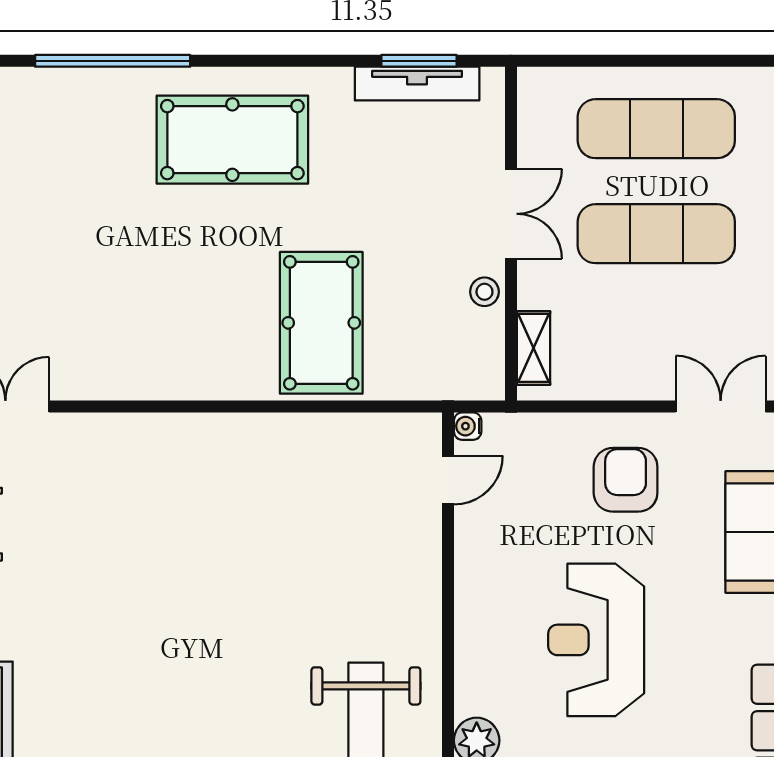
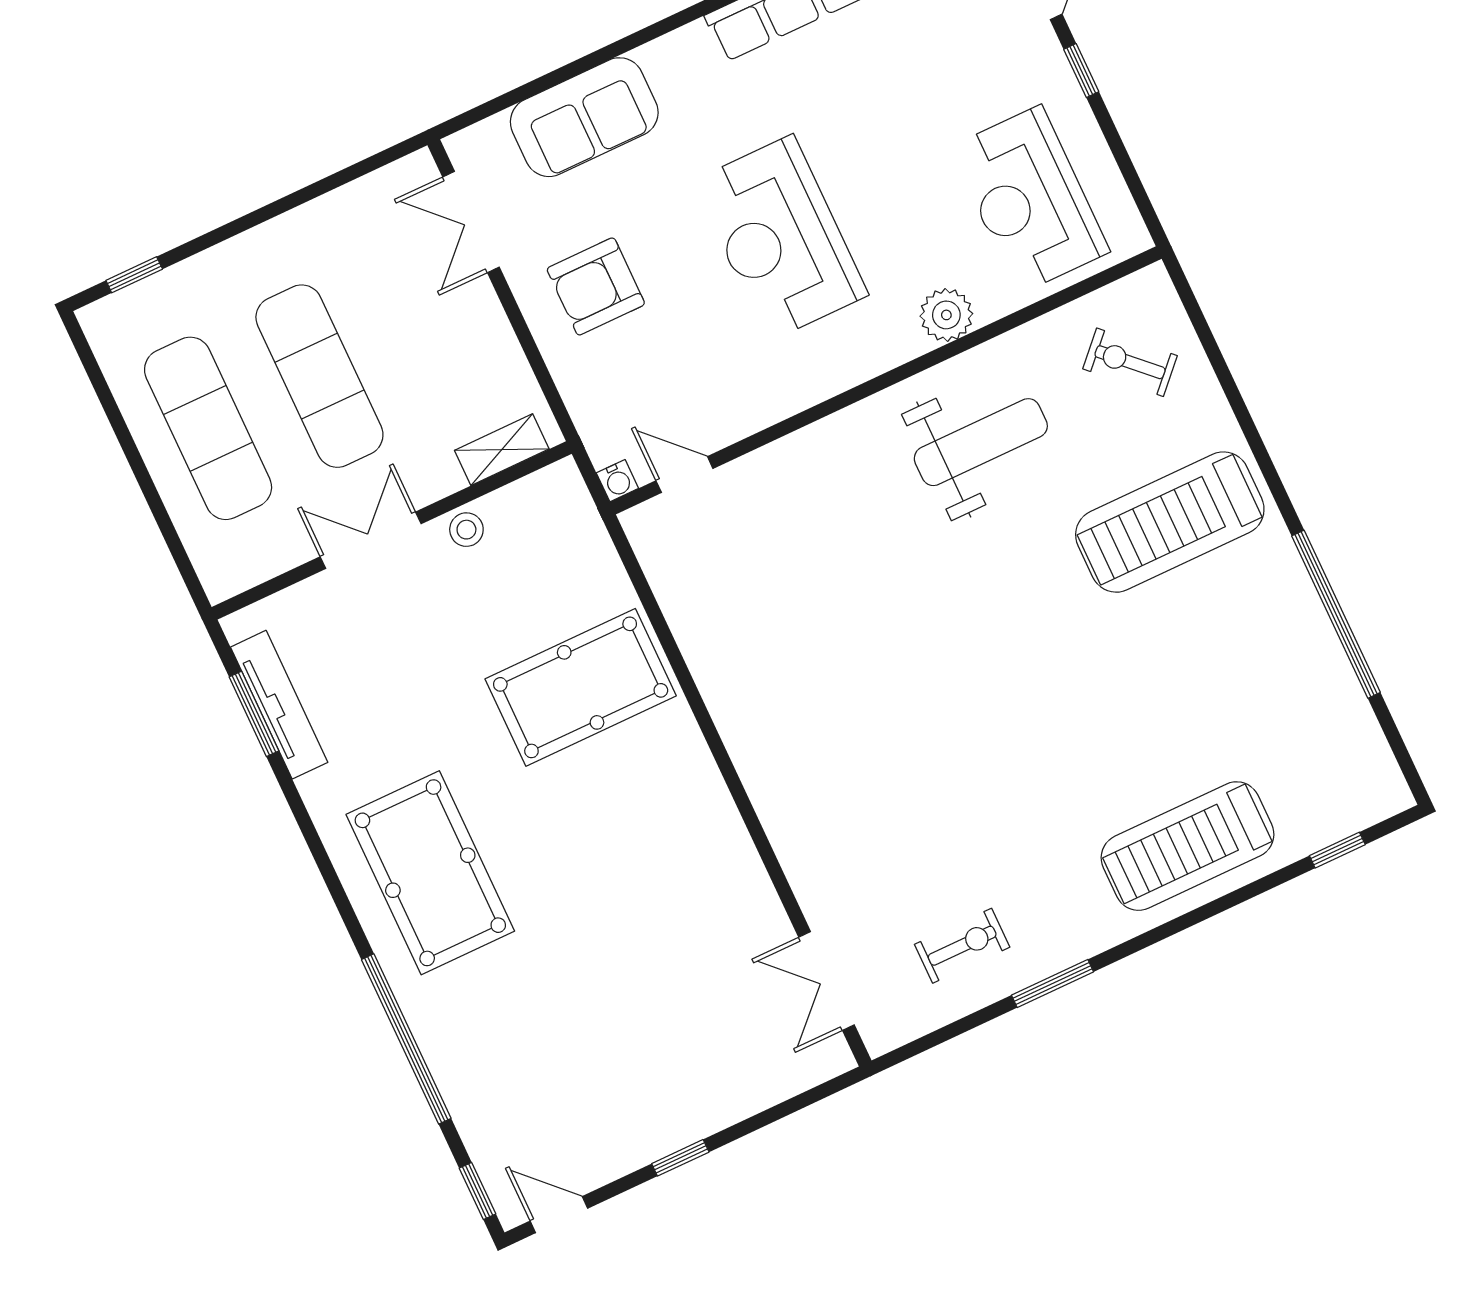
reception desk: (596, 640) -> (780, 238), turned 90

